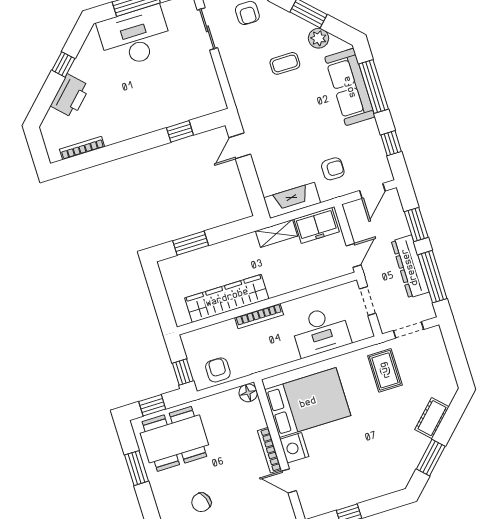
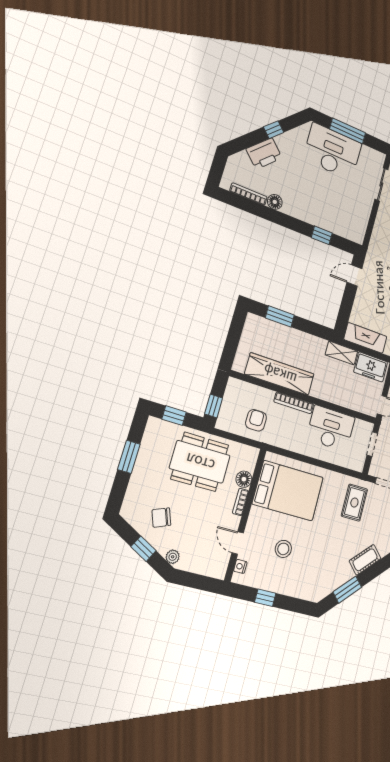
floor lamp: (112, 135) -> (275, 202), added
desk: (321, 331) -> (331, 428), moved, turned 180
armchair: (218, 370) -> (256, 420), moved
floor lamp: (248, 393) -> (244, 479), moved
dining table: (174, 439) -> (200, 462), moved
nightstand: (294, 448) -> (240, 566), moved, width x0.53, depth x0.56
bookcase: (269, 450) -> (241, 502), width x0.64
stool: (338, 459) -> (283, 549), added

